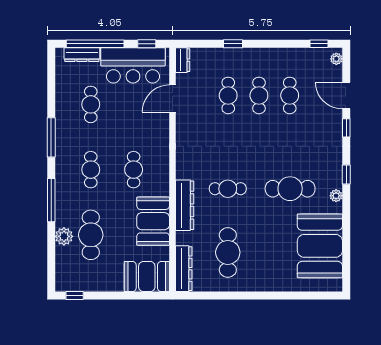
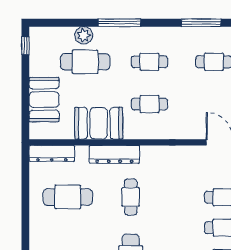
window: (51, 137) -> (201, 23), moved
booth: (147, 277) -> (44, 100), moved

